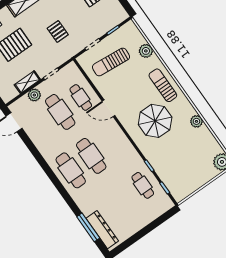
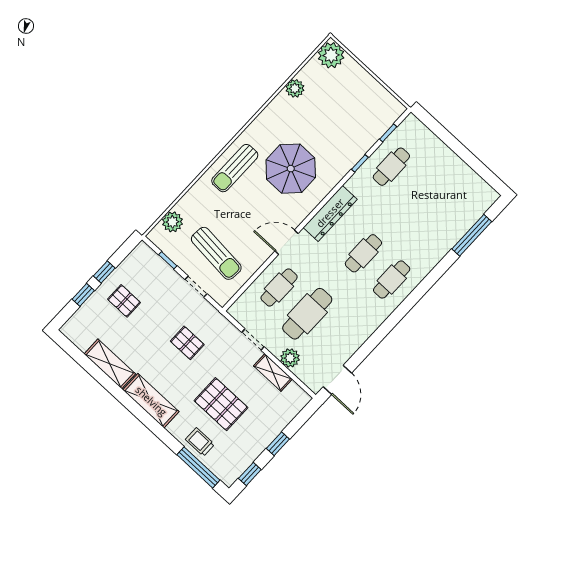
pallet: (58, 31) -> (187, 343), turned 90
plant: (146, 51) -> (172, 222), moved
door: (109, 108) -> (286, 242), swing flipped
plant: (196, 121) -> (295, 88), moved
cafe table: (91, 156) -> (363, 253), width x0.73, depth x0.74
cafe table: (71, 170) -> (392, 280), width x0.73, depth x0.74
dresser: (102, 230) -> (330, 213), moved, turned 180

